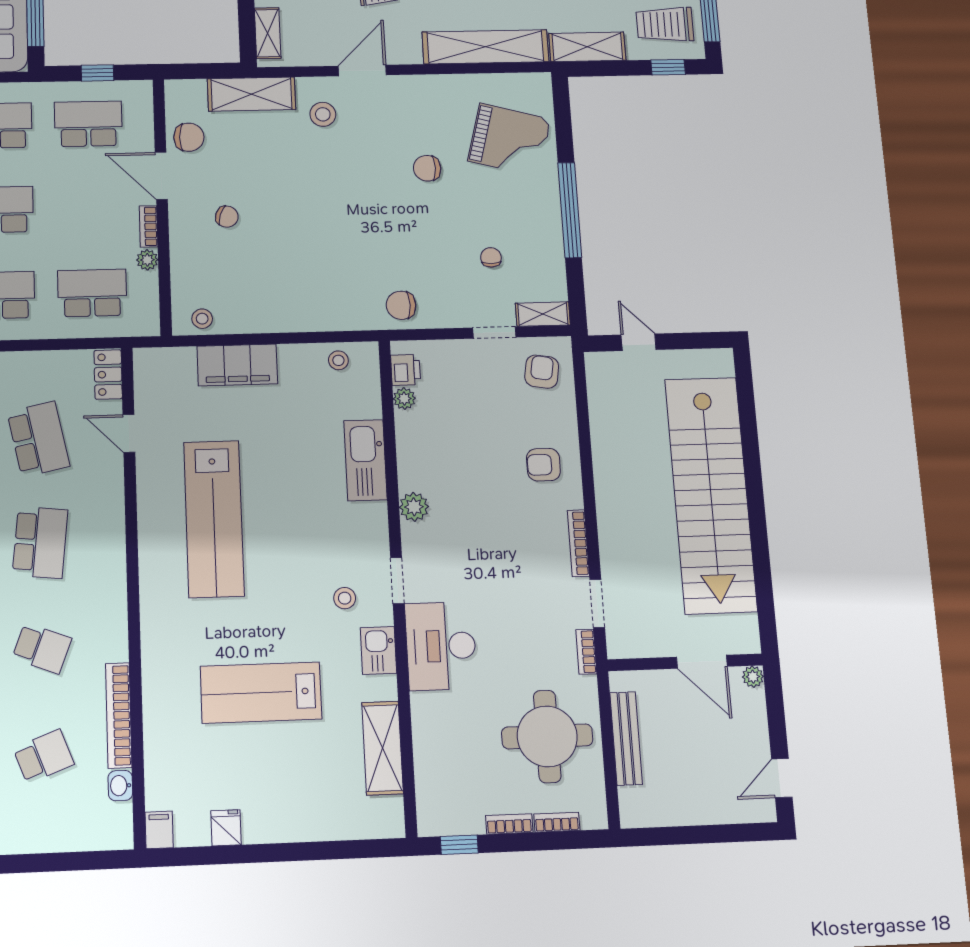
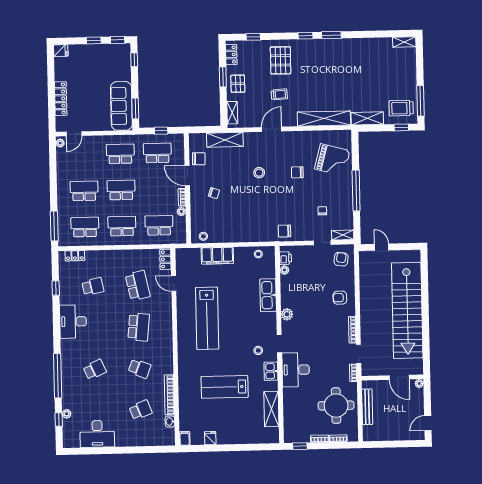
stool: (323, 114) -> (259, 173), moved

